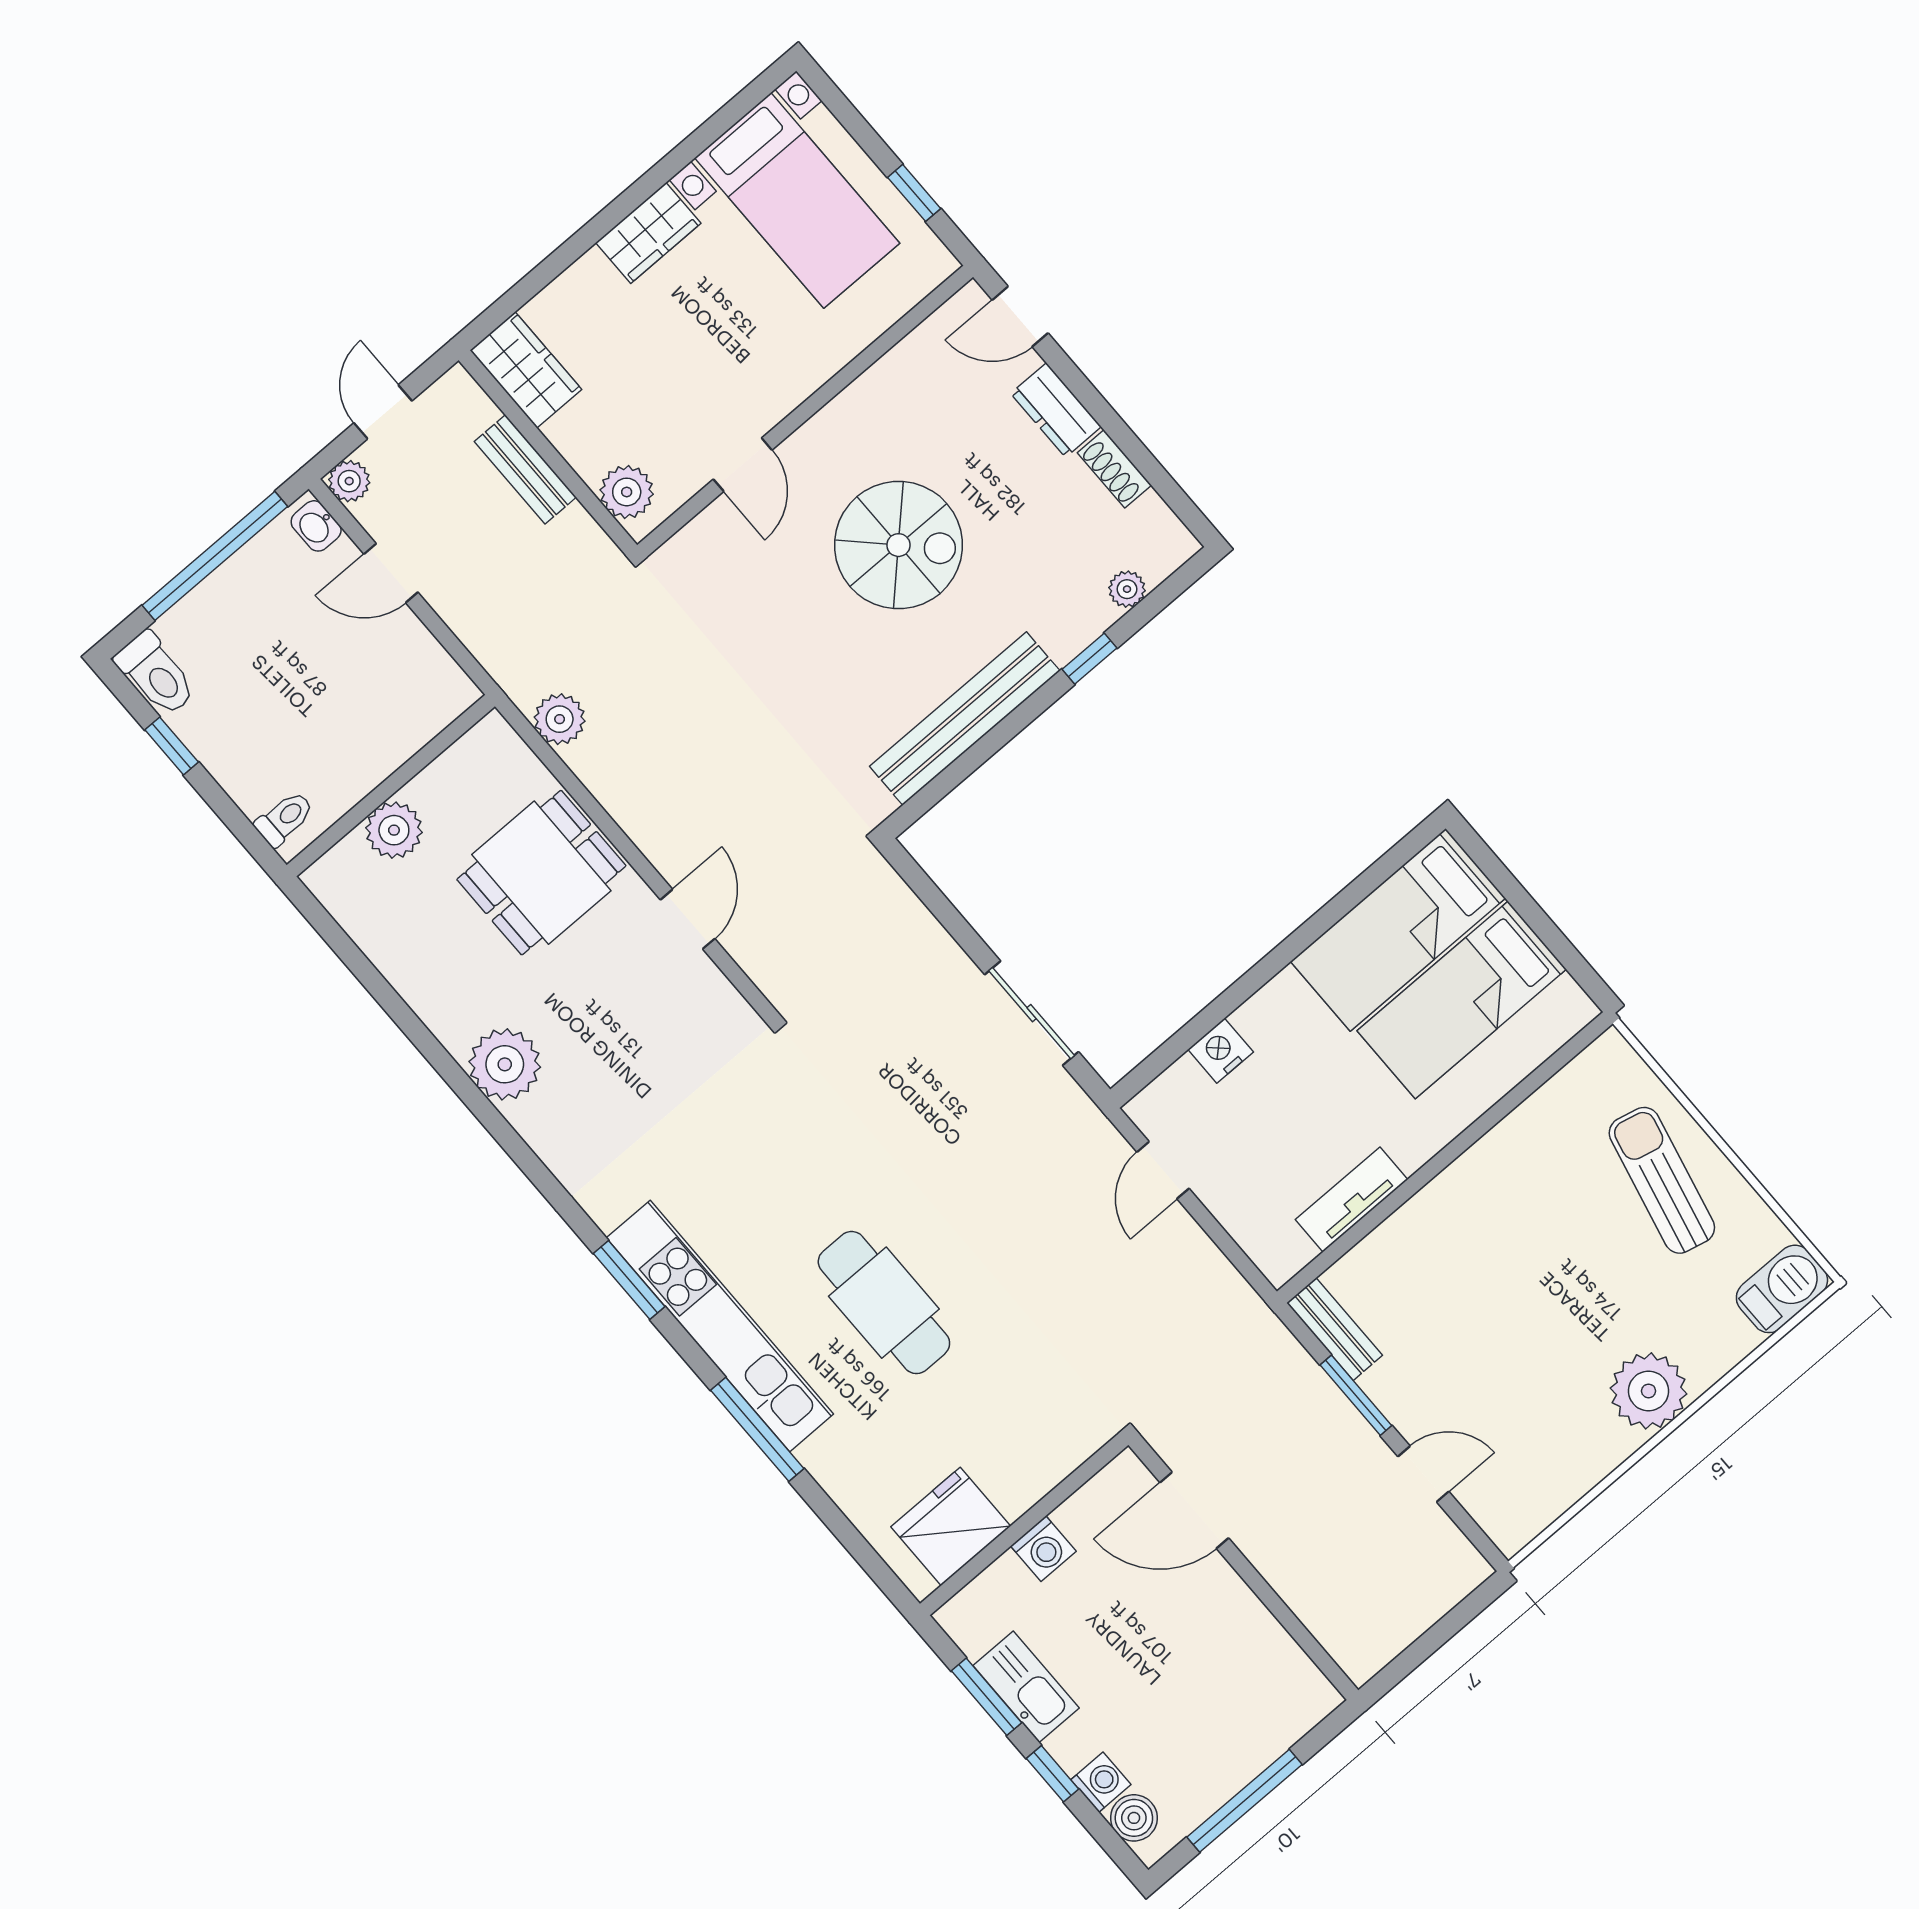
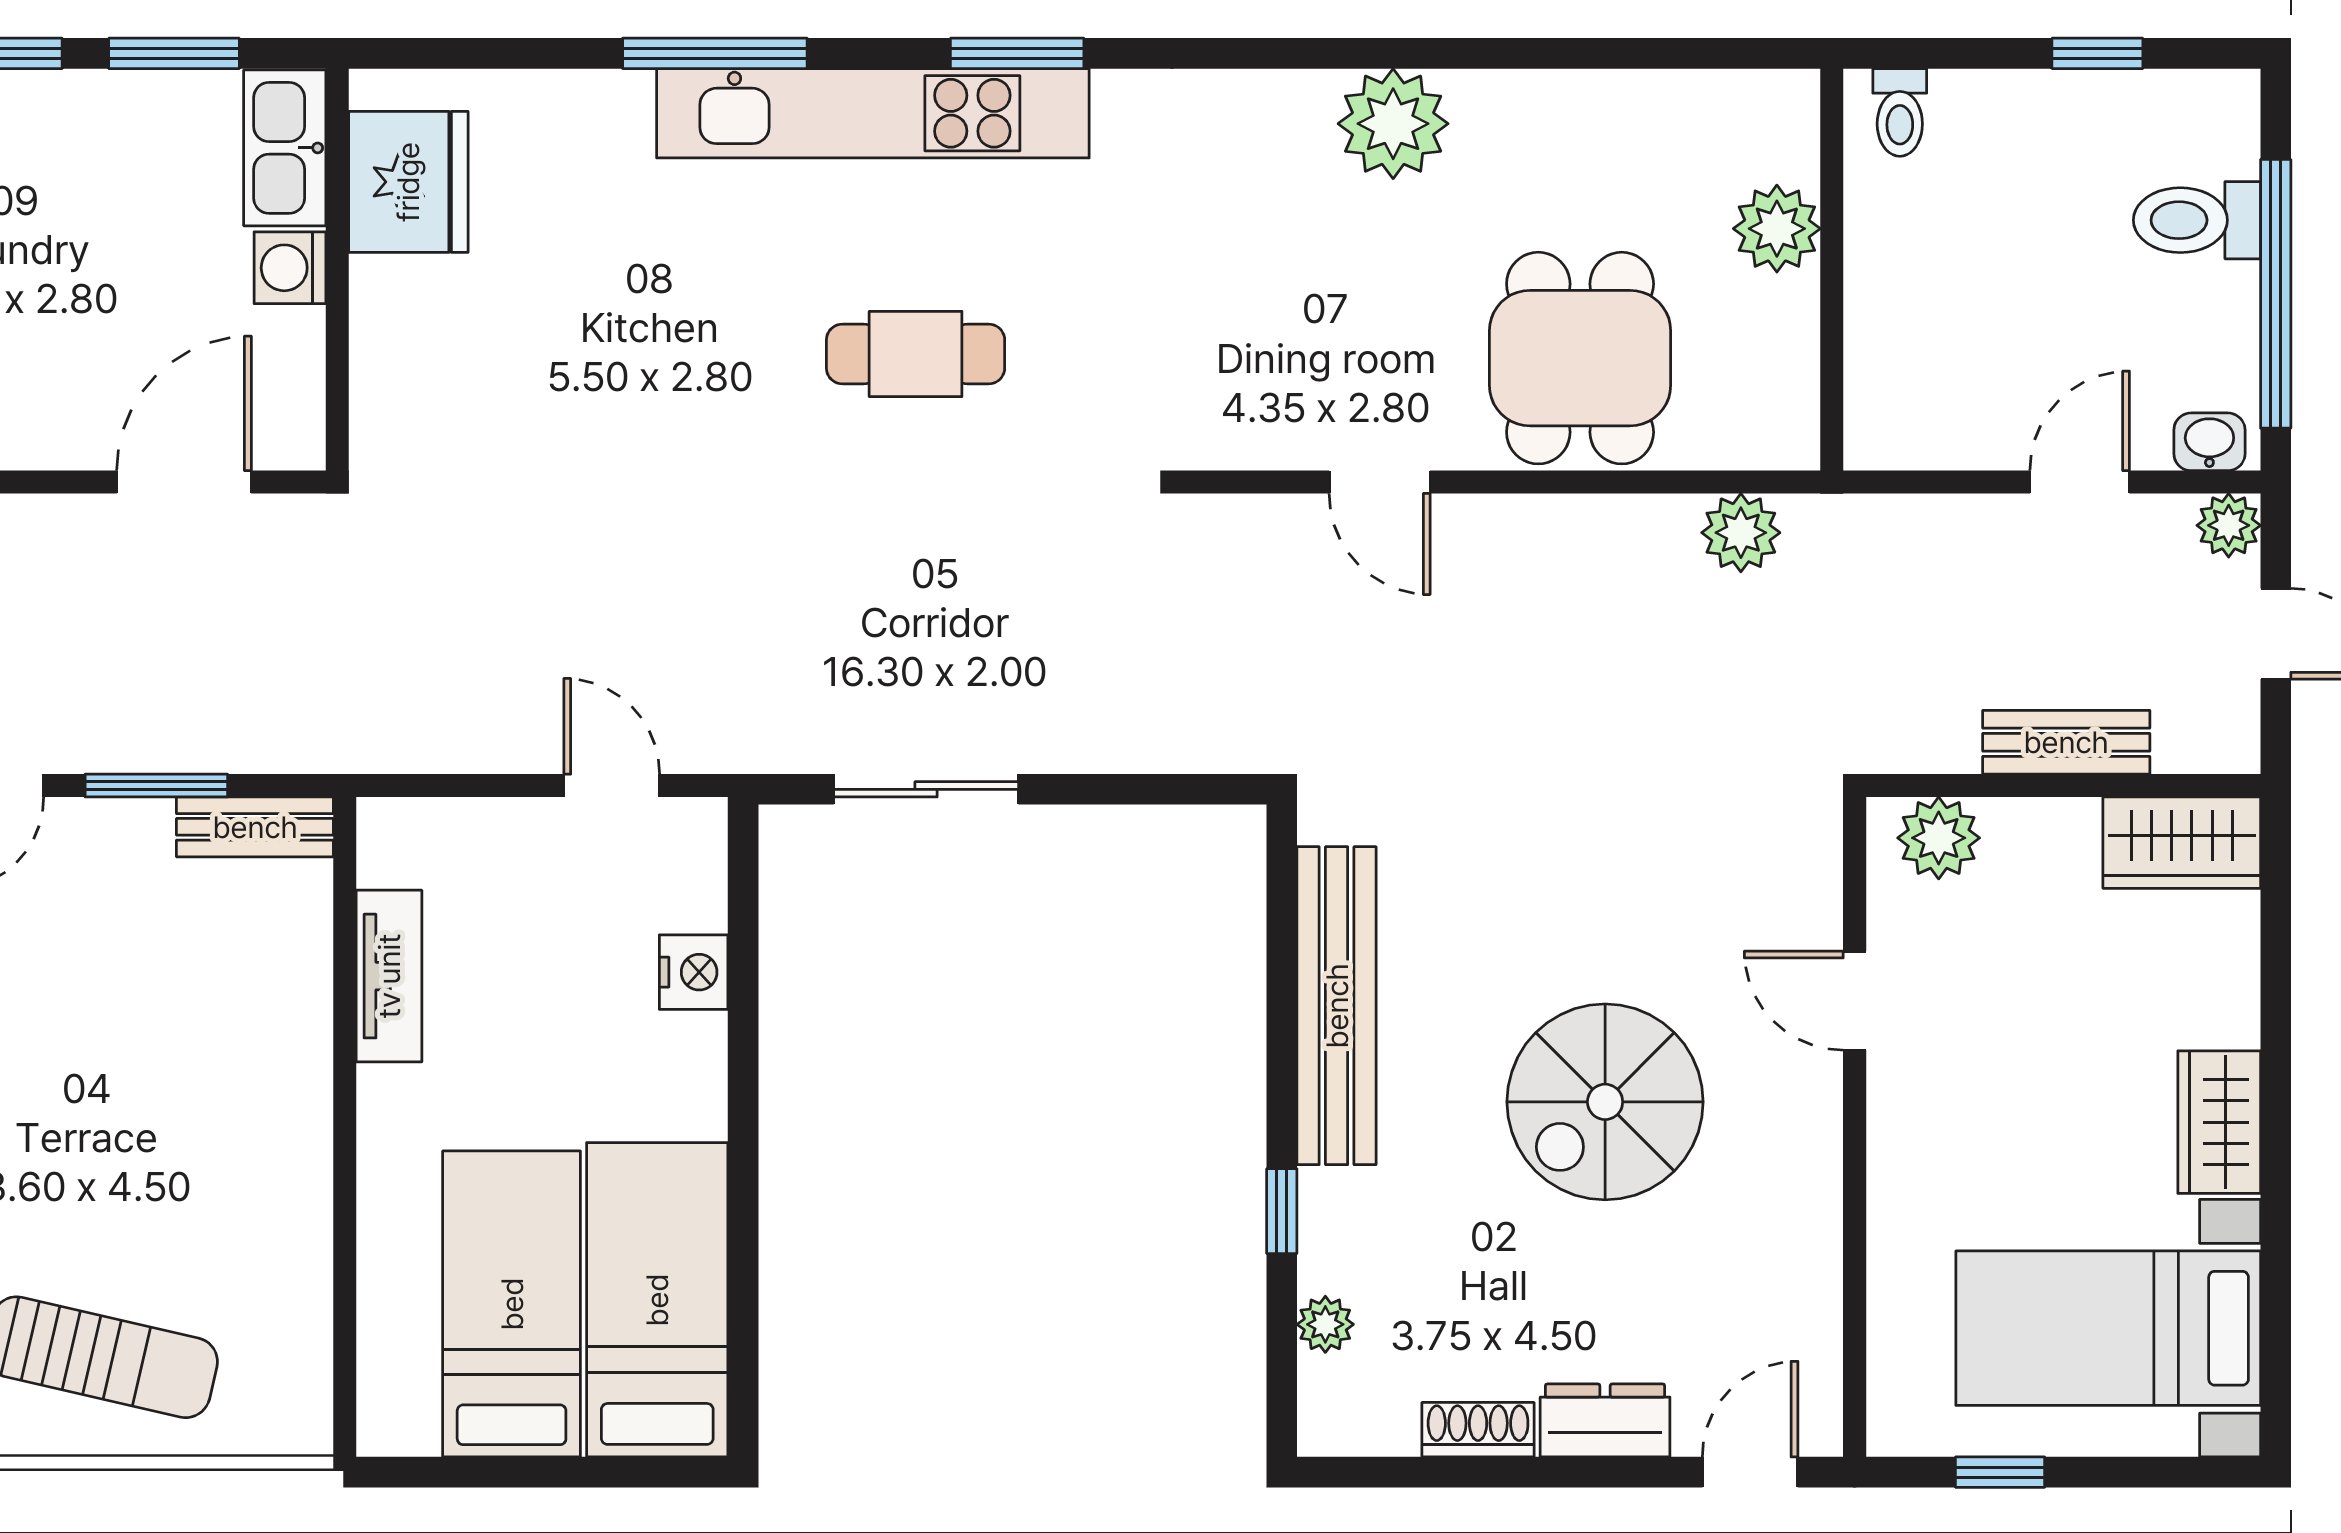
toilet: (156, 674) -> (2197, 220), moved
cafe table: (884, 1303) -> (916, 354), moved, width x0.73, depth x0.74
kitchen sink: (1026, 1687) -> (285, 148), moved, turned 90

